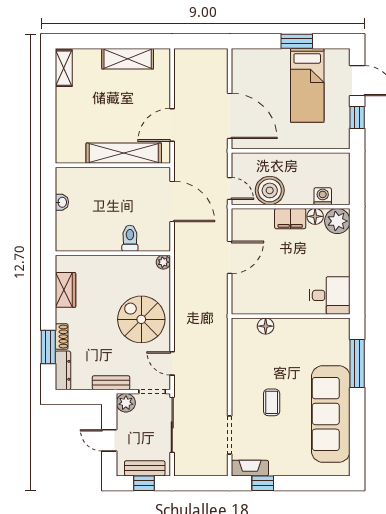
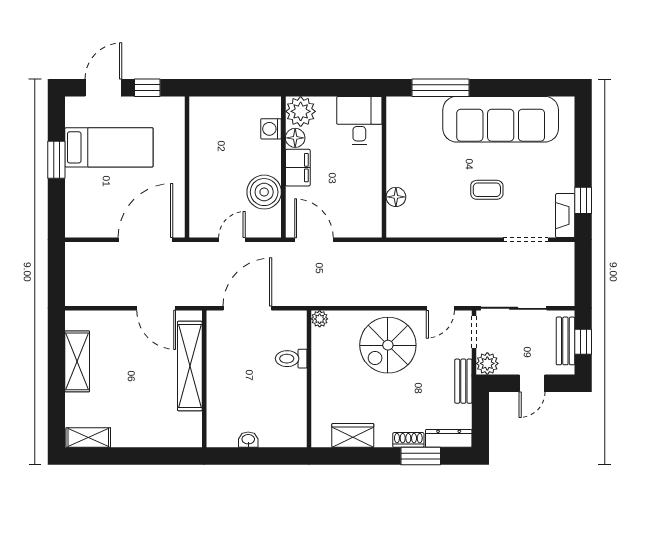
boiler: (270, 190) -> (264, 192), moved
washing machine: (323, 196) -> (271, 129), moved
wall: (291, 207) -> (283, 167), moved
floor lamp: (315, 216) -> (295, 138), moved
filing cabinet: (290, 219) -> (298, 168), moved
plant: (337, 221) -> (301, 111), moved

